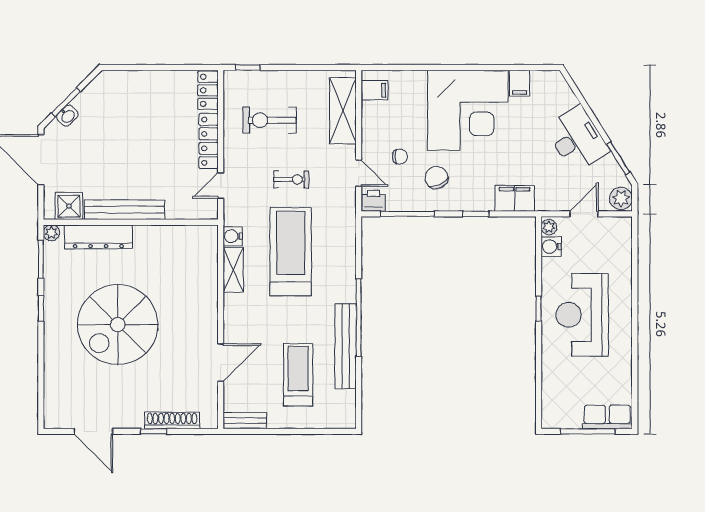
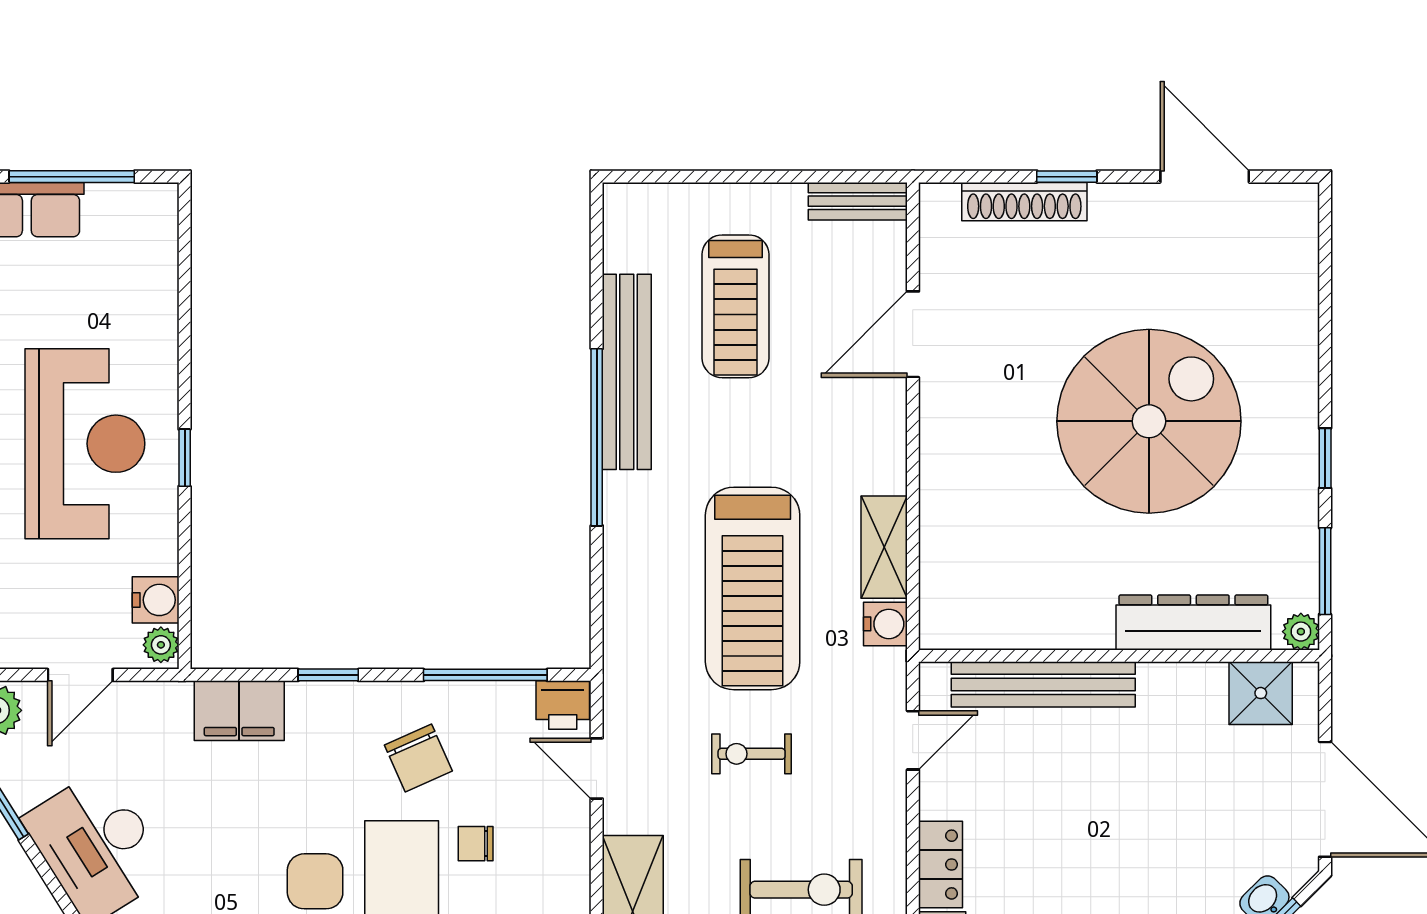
locker: (209, 141) -> (941, 865), width x0.66
chair: (400, 157) -> (476, 844), moved
bench: (124, 210) -> (1043, 684), moved

